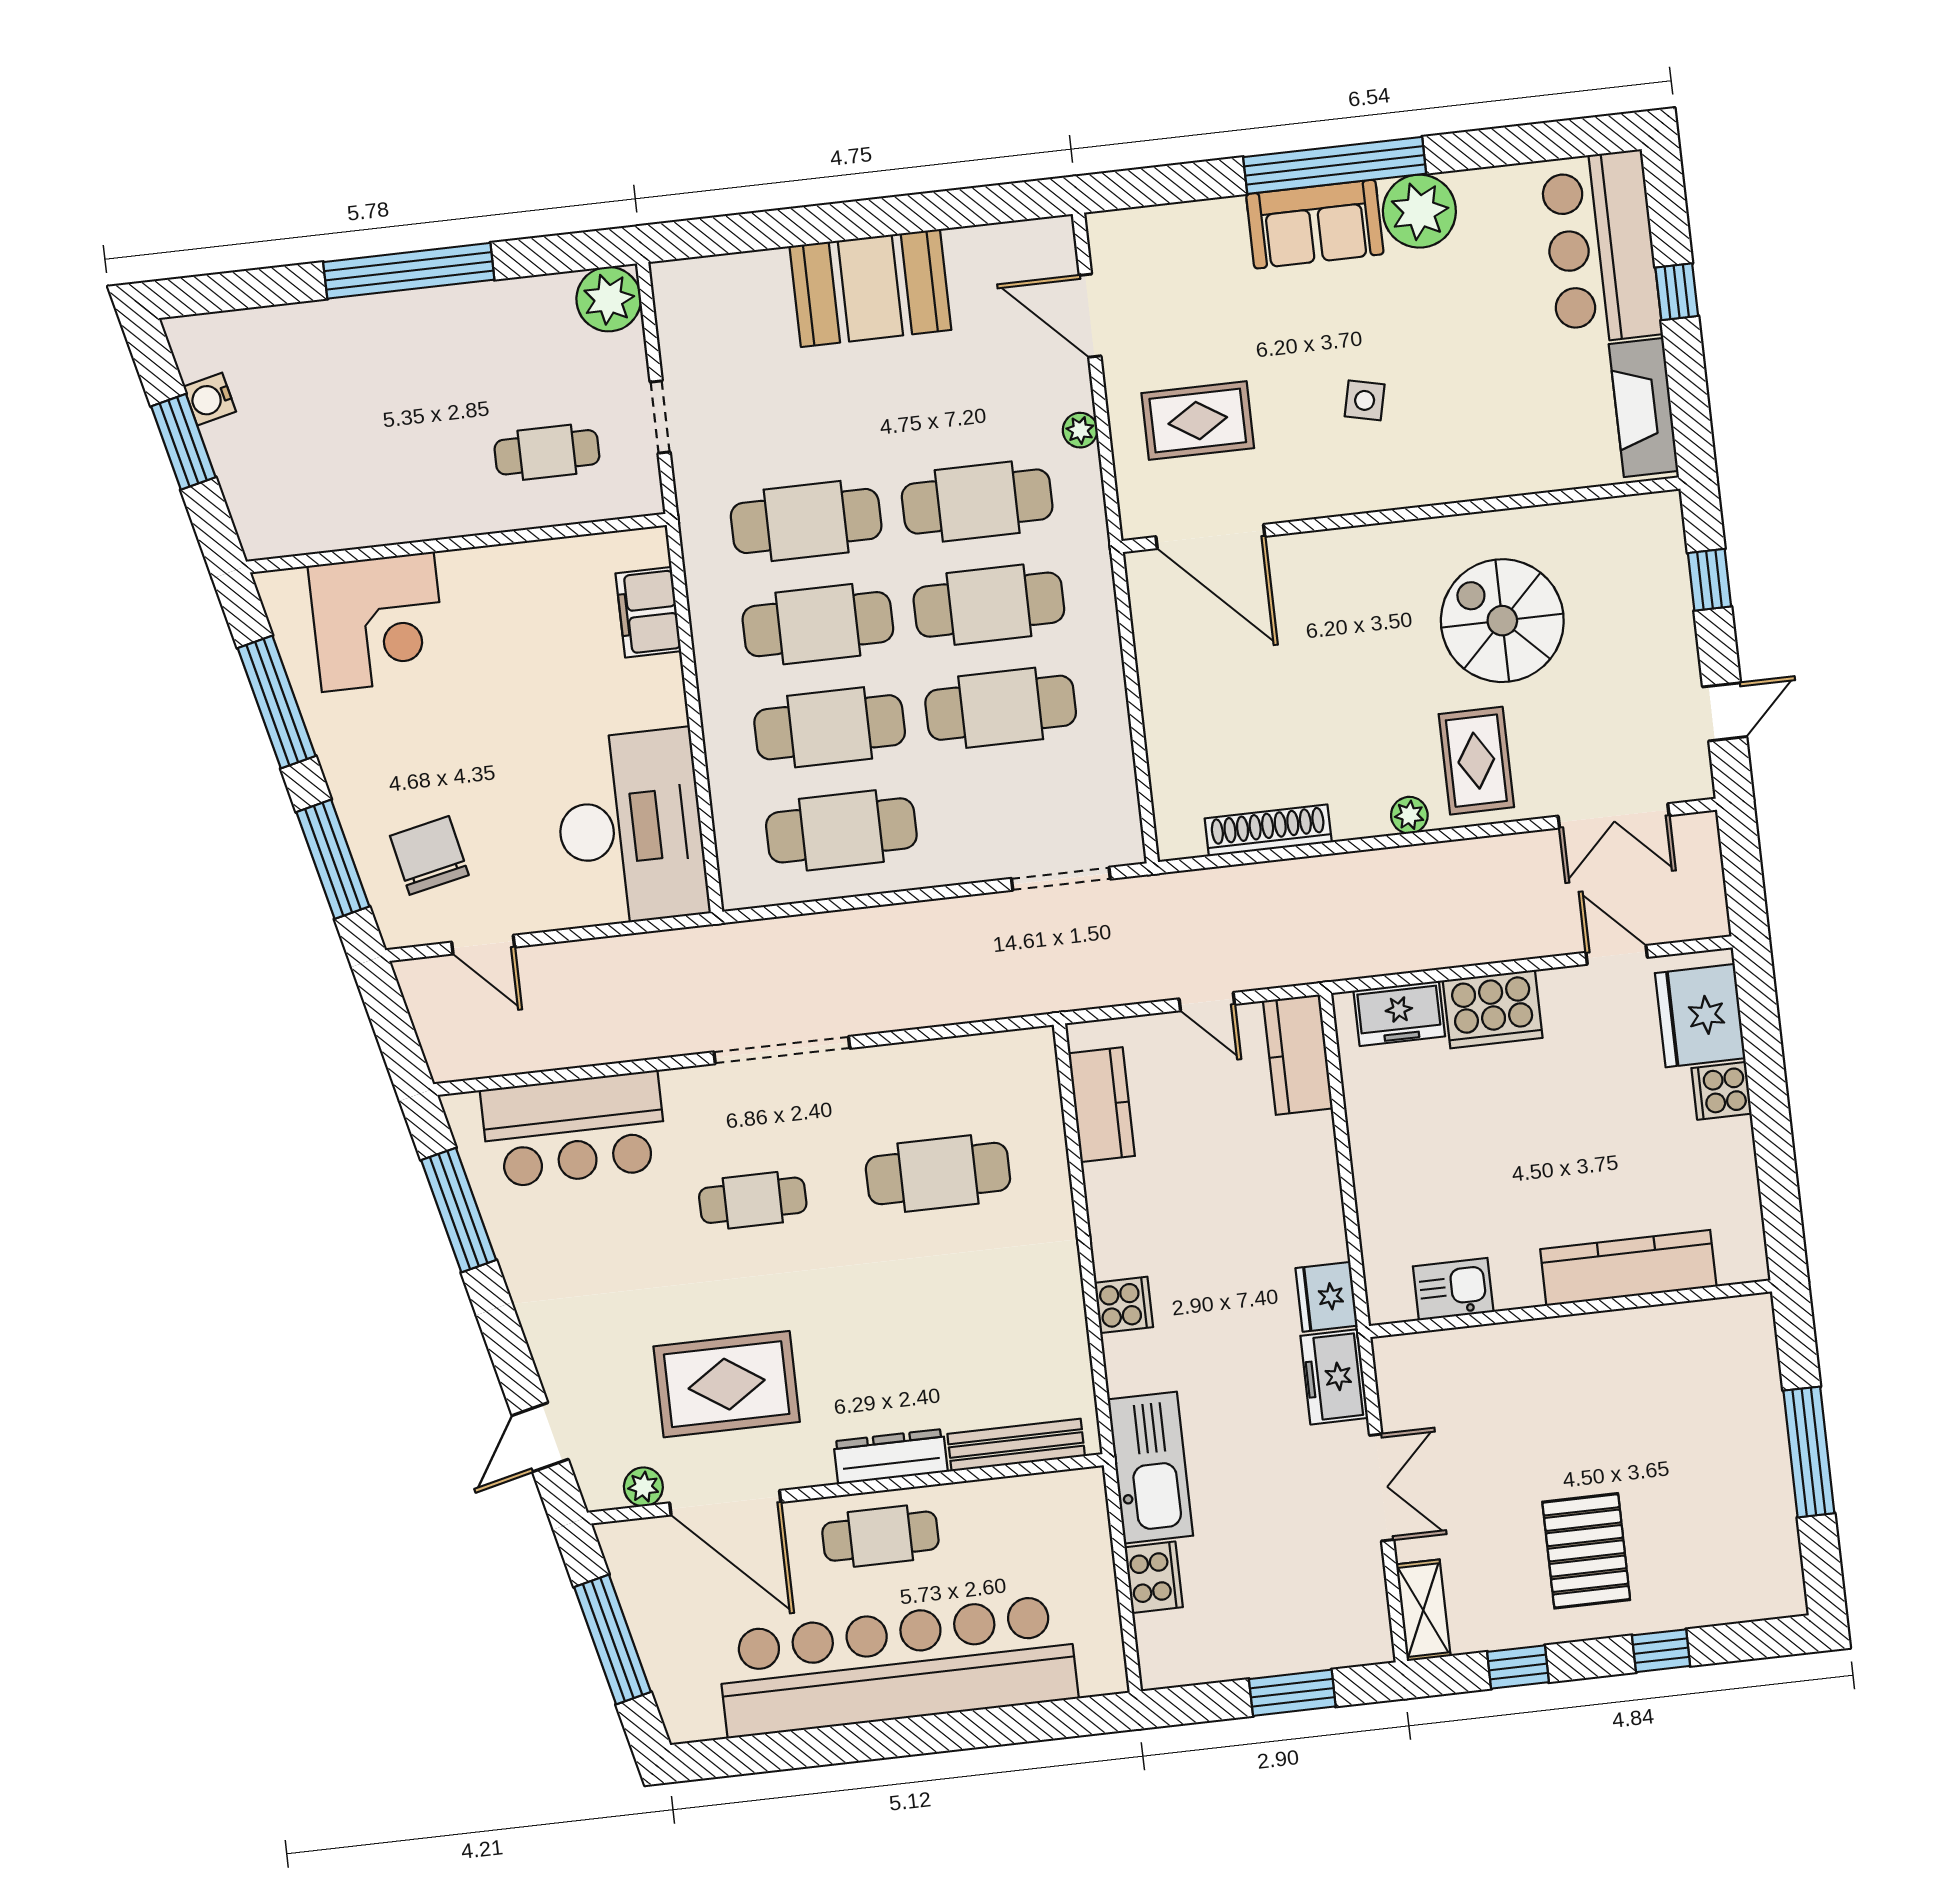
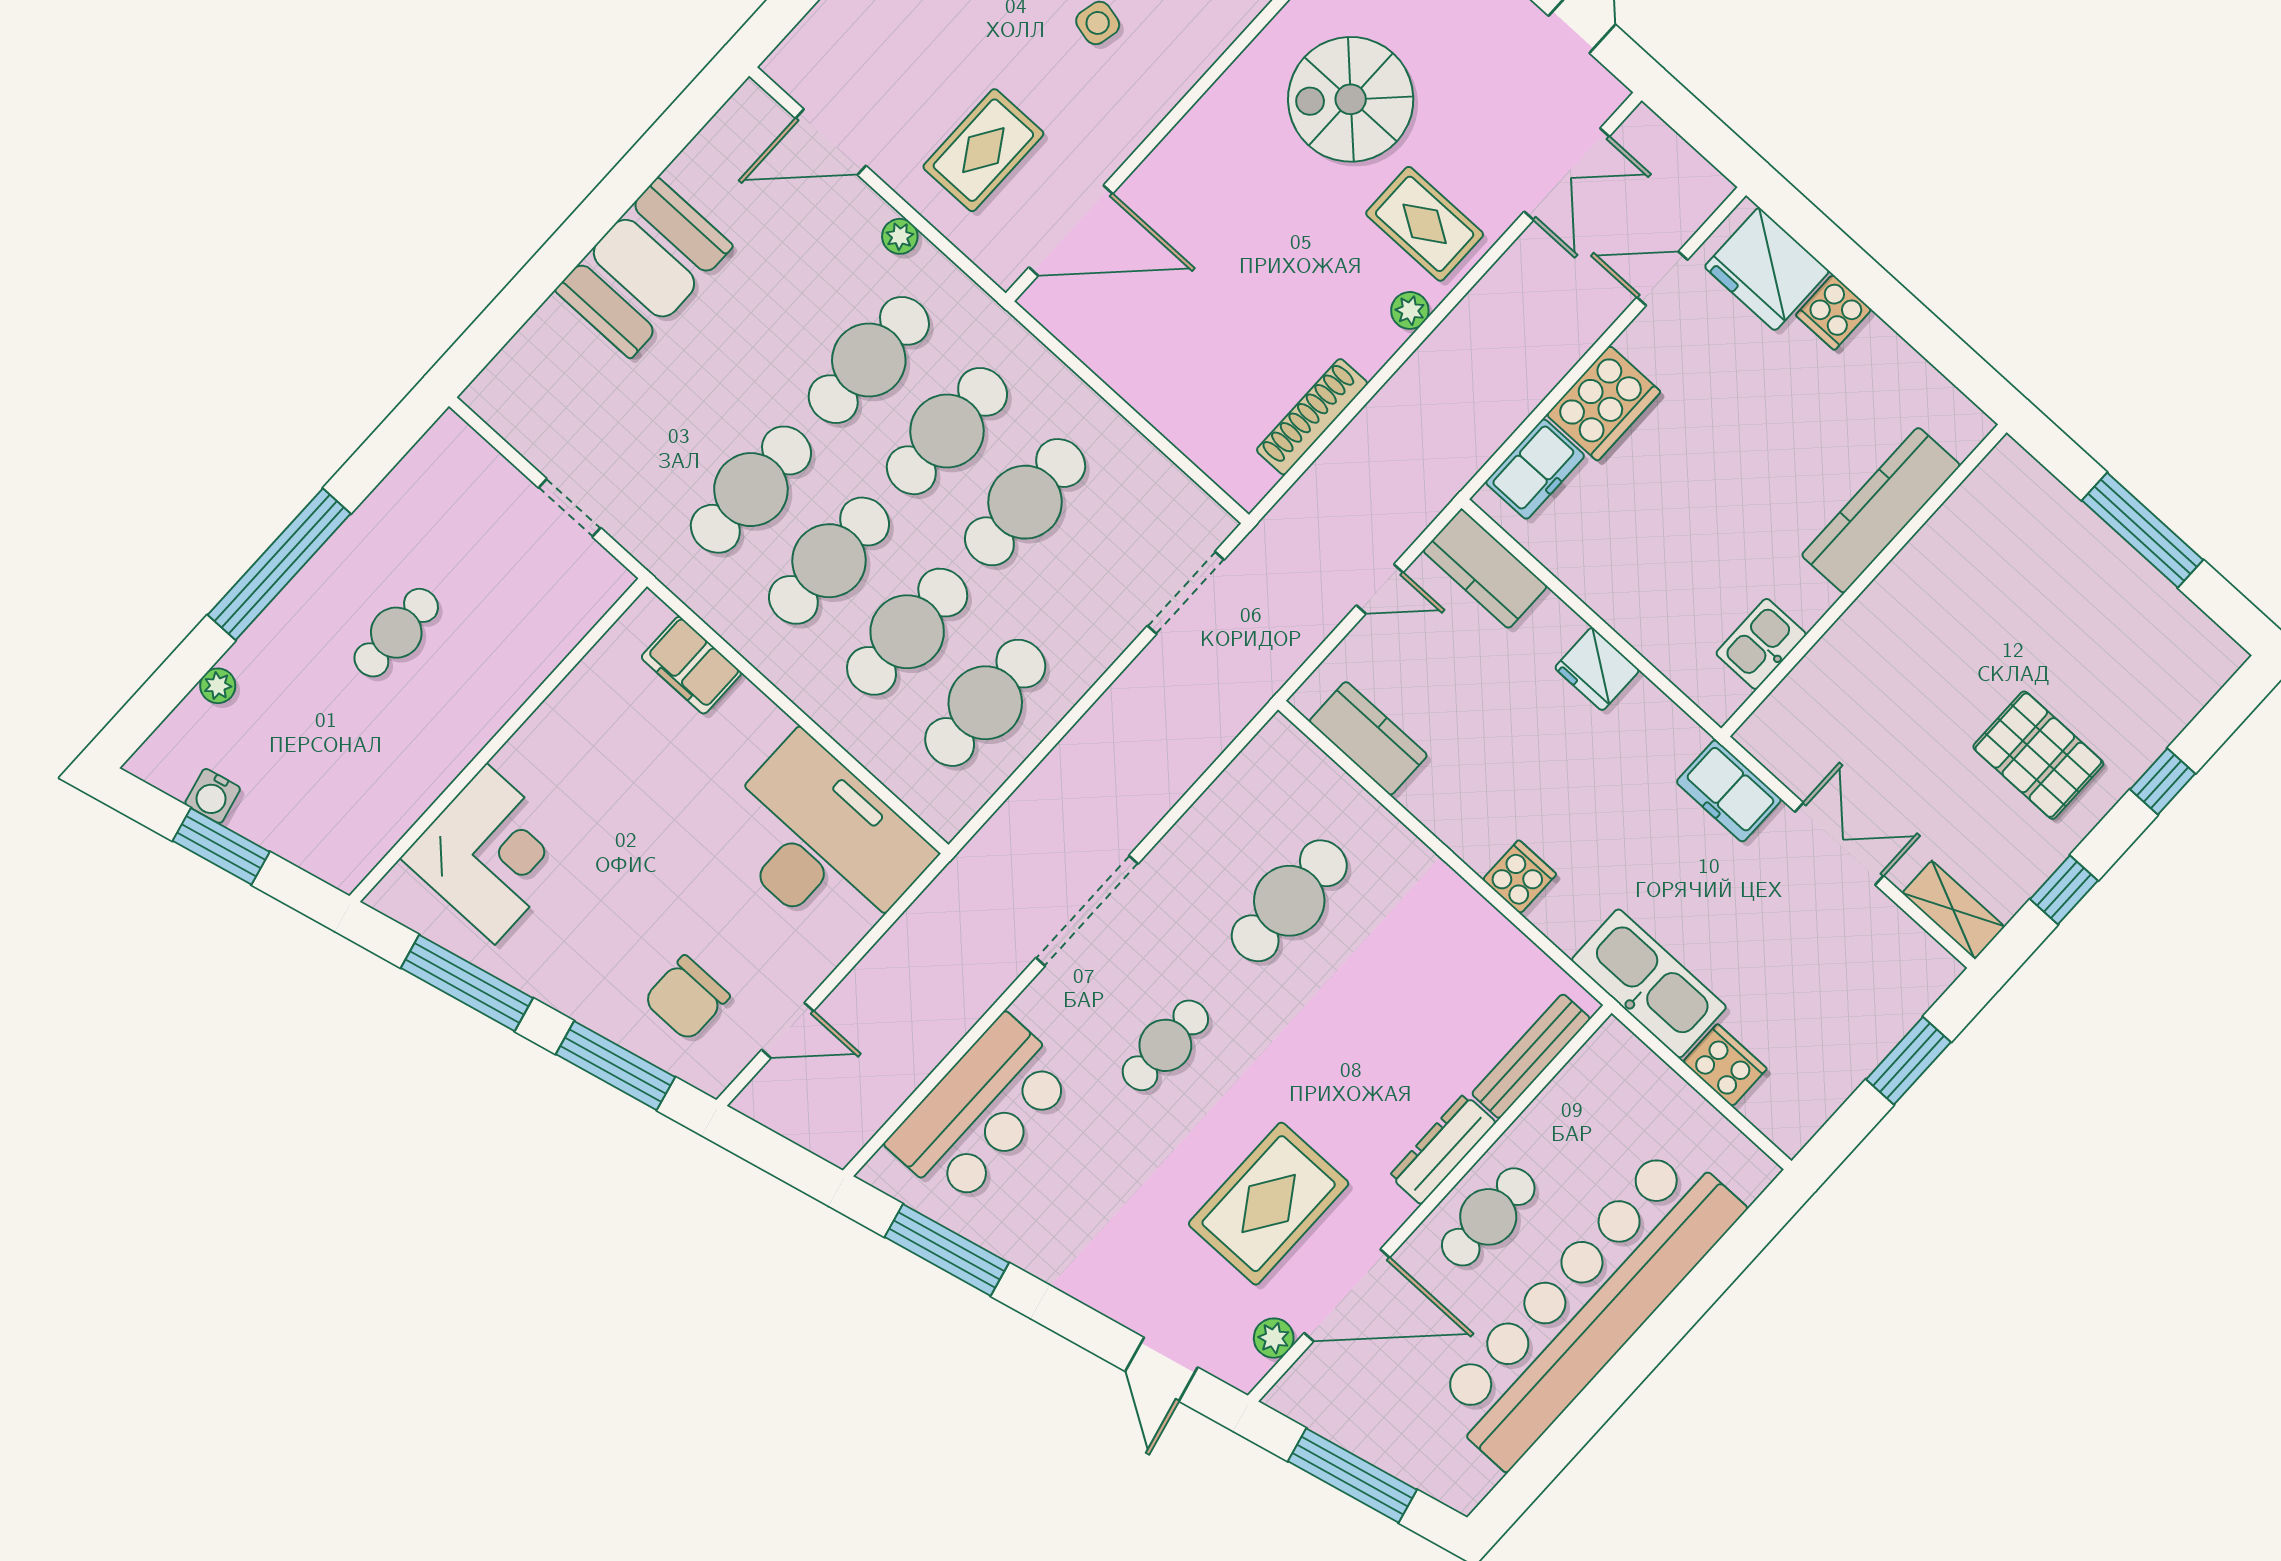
plant: (609, 299) -> (218, 686), moved, width x0.53, depth x0.53
cafe table: (547, 452) -> (396, 633), moved
chair: (429, 855) -> (687, 998), turned -78
fridge: (1326, 1297) -> (1597, 669), moved

